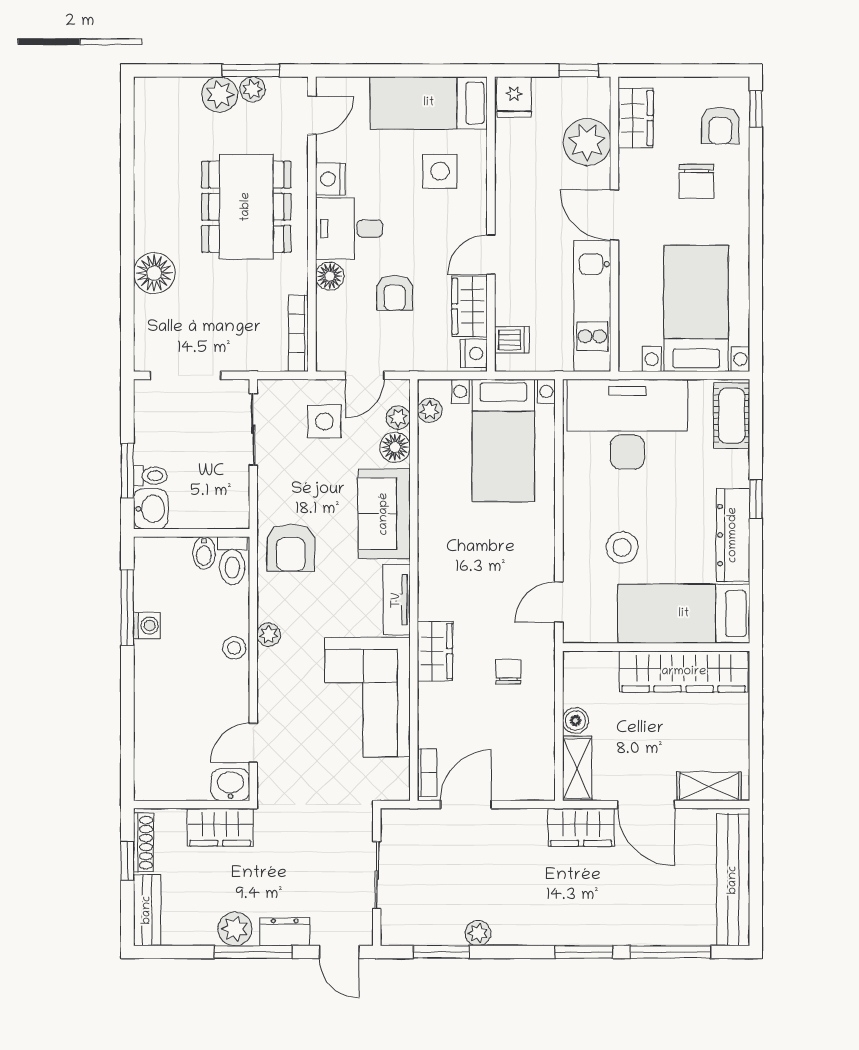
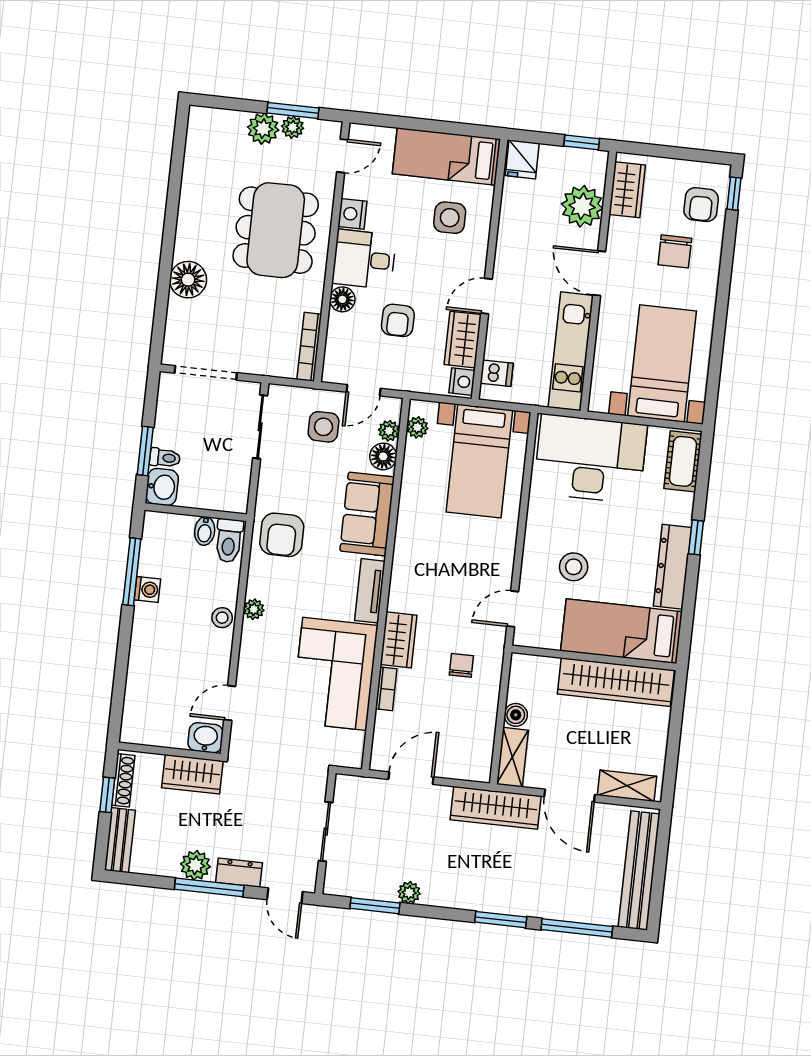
bookcase: (427, 772) -> (386, 689), moved
wardrobe: (581, 827) -> (496, 808), width x1.50

